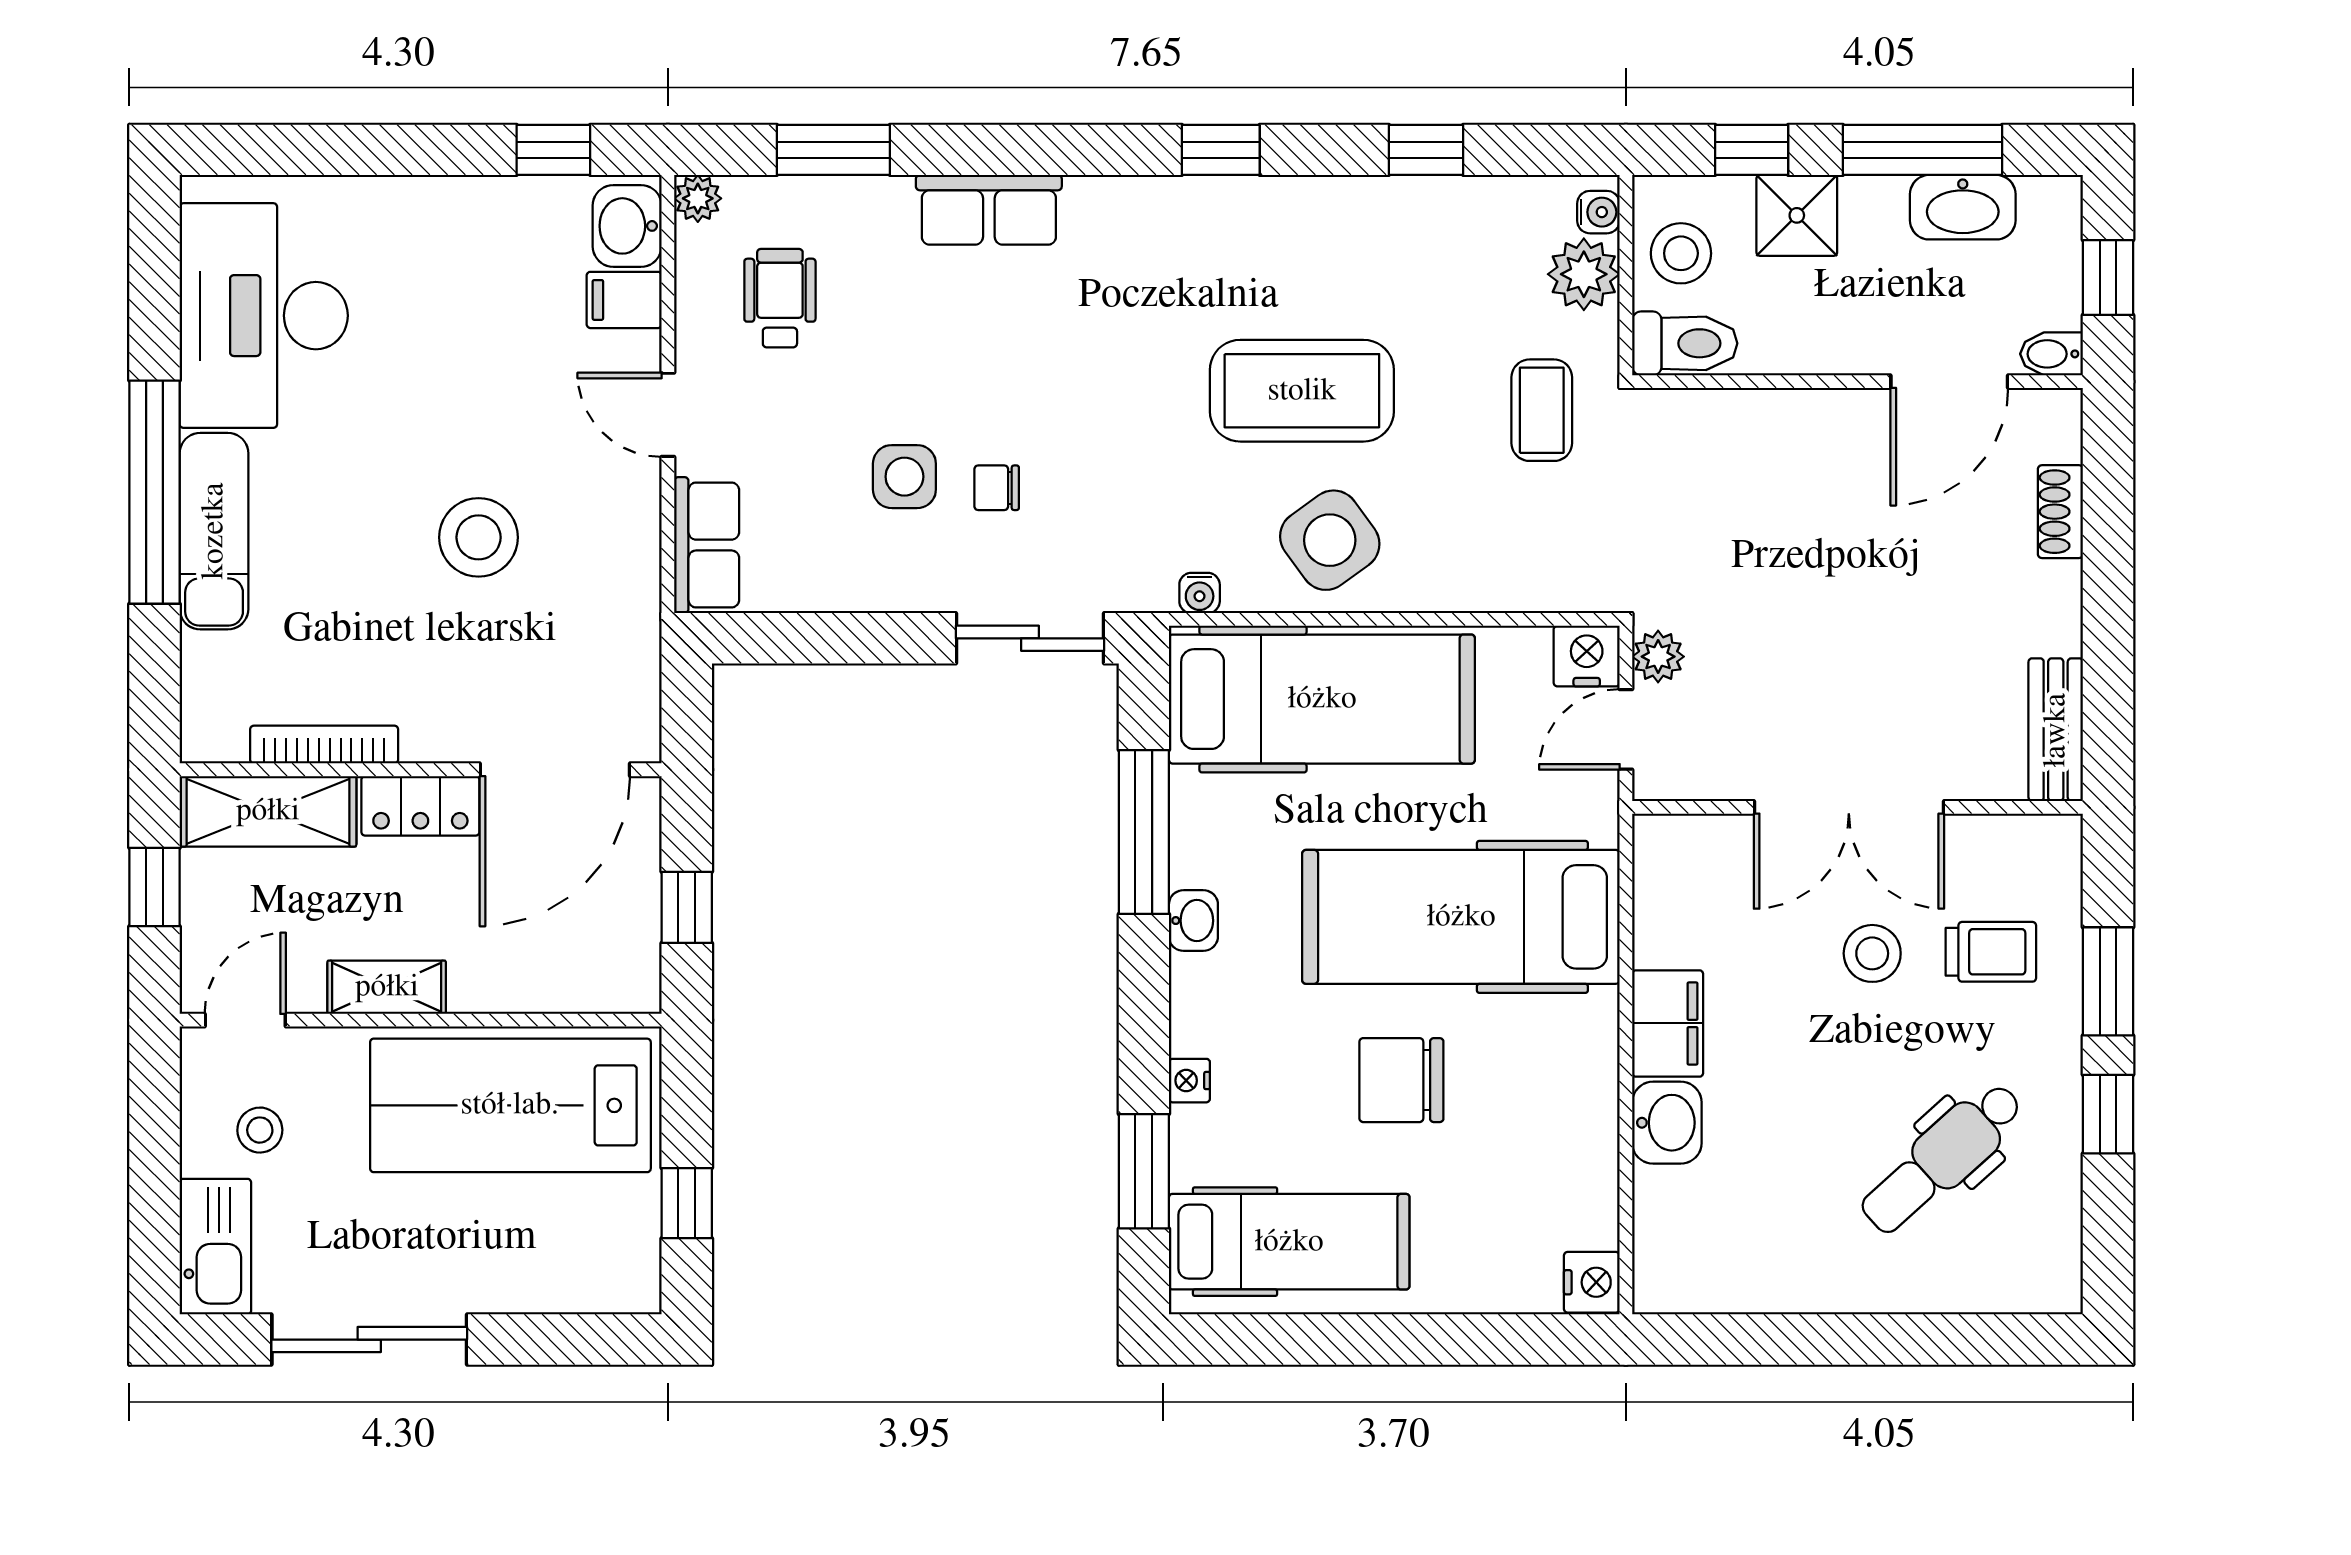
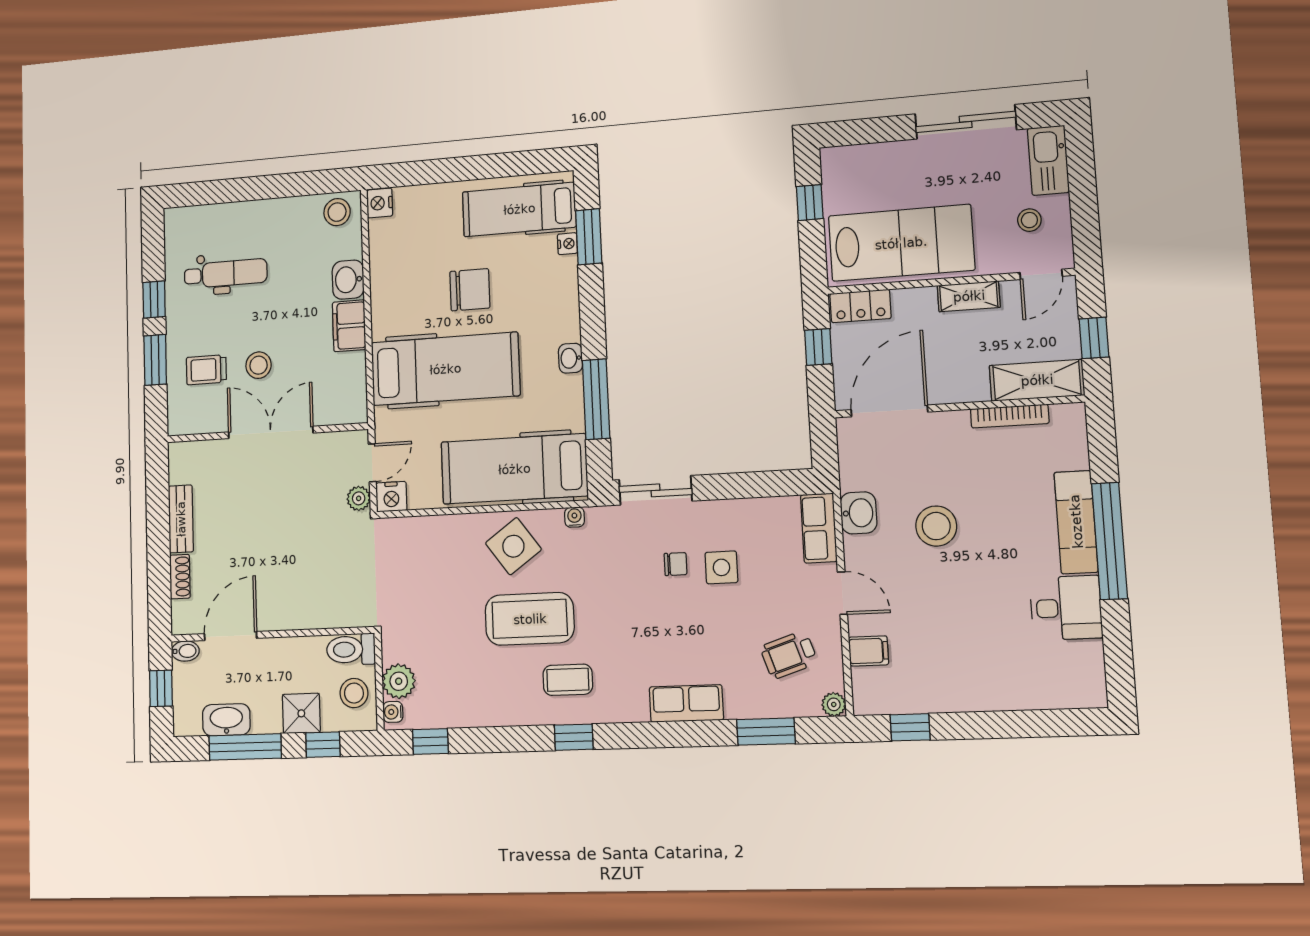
window: (1426, 150) -> (430, 741), moved
washbasin: (627, 226) -> (859, 513), moved
wheelchair: (780, 298) -> (789, 655), turned 72
desk: (264, 316) -> (1066, 608), width x0.53, depth x0.77
coffee table: (1542, 410) -> (568, 680), moved, turned 90
bench: (2056, 730) -> (181, 519), moved
locker: (420, 806) -> (860, 306), moved, turned 180
nightstand: (1189, 1081) -> (567, 244), moved
dental chair: (1942, 1158) -> (226, 274), turned 42
stool: (1687, 1271) -> (337, 212), added

